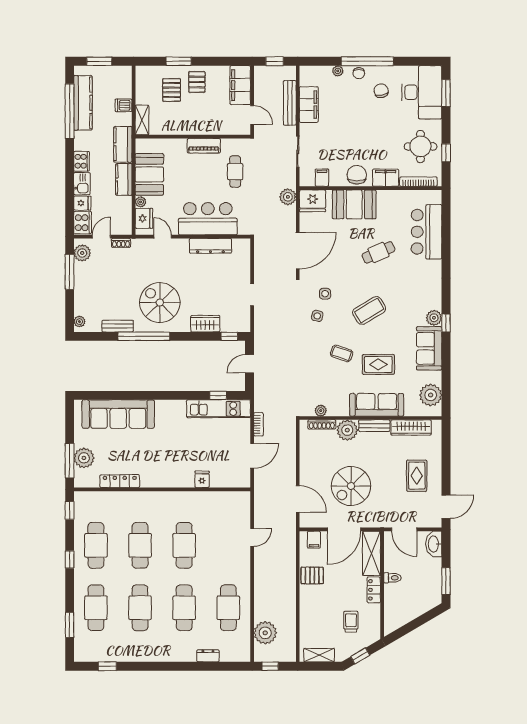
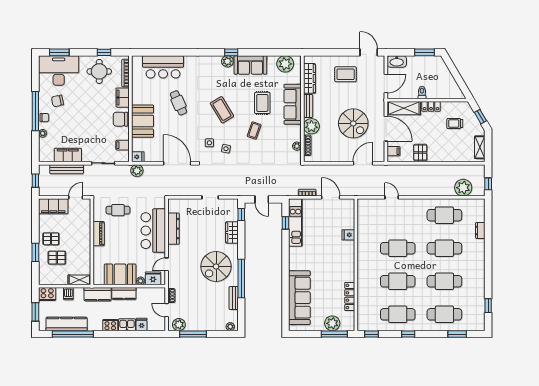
fridge: (313, 201) -> (138, 157), width x0.53, depth x0.75
cooker: (83, 223) -> (47, 294), moved, turned 180

